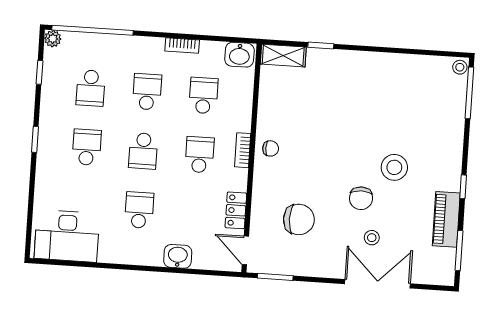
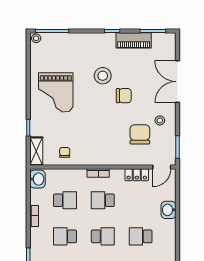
grand piano: (373, 92) -> (56, 92), added
school desk: (203, 96) -> (65, 200), turned 180
chair: (271, 148) -> (65, 152), moved
stool: (372, 238) -> (160, 120), moved

